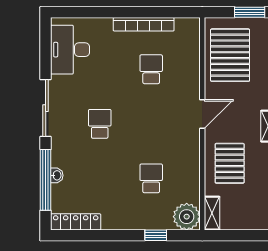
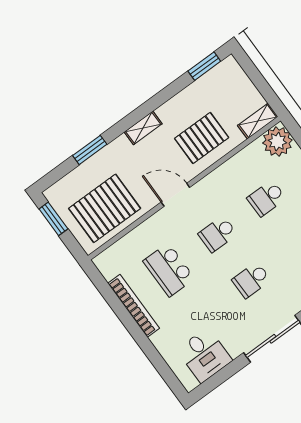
desk: (70, 50) -> (204, 355), width x0.73
school desk: (151, 69) -> (169, 270), width x1.85
school desk: (151, 124) -> (218, 234), added

